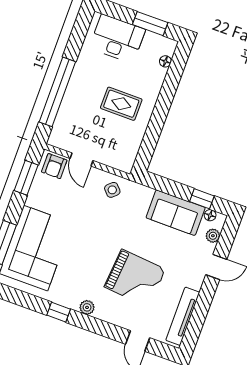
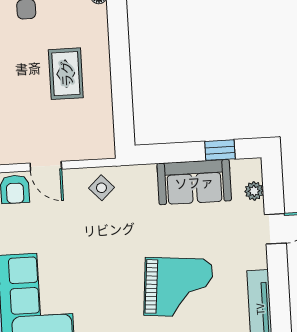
rug: (121, 104) -> (66, 74), turned 90
floor lamp: (210, 215) -> (239, 166), removed

